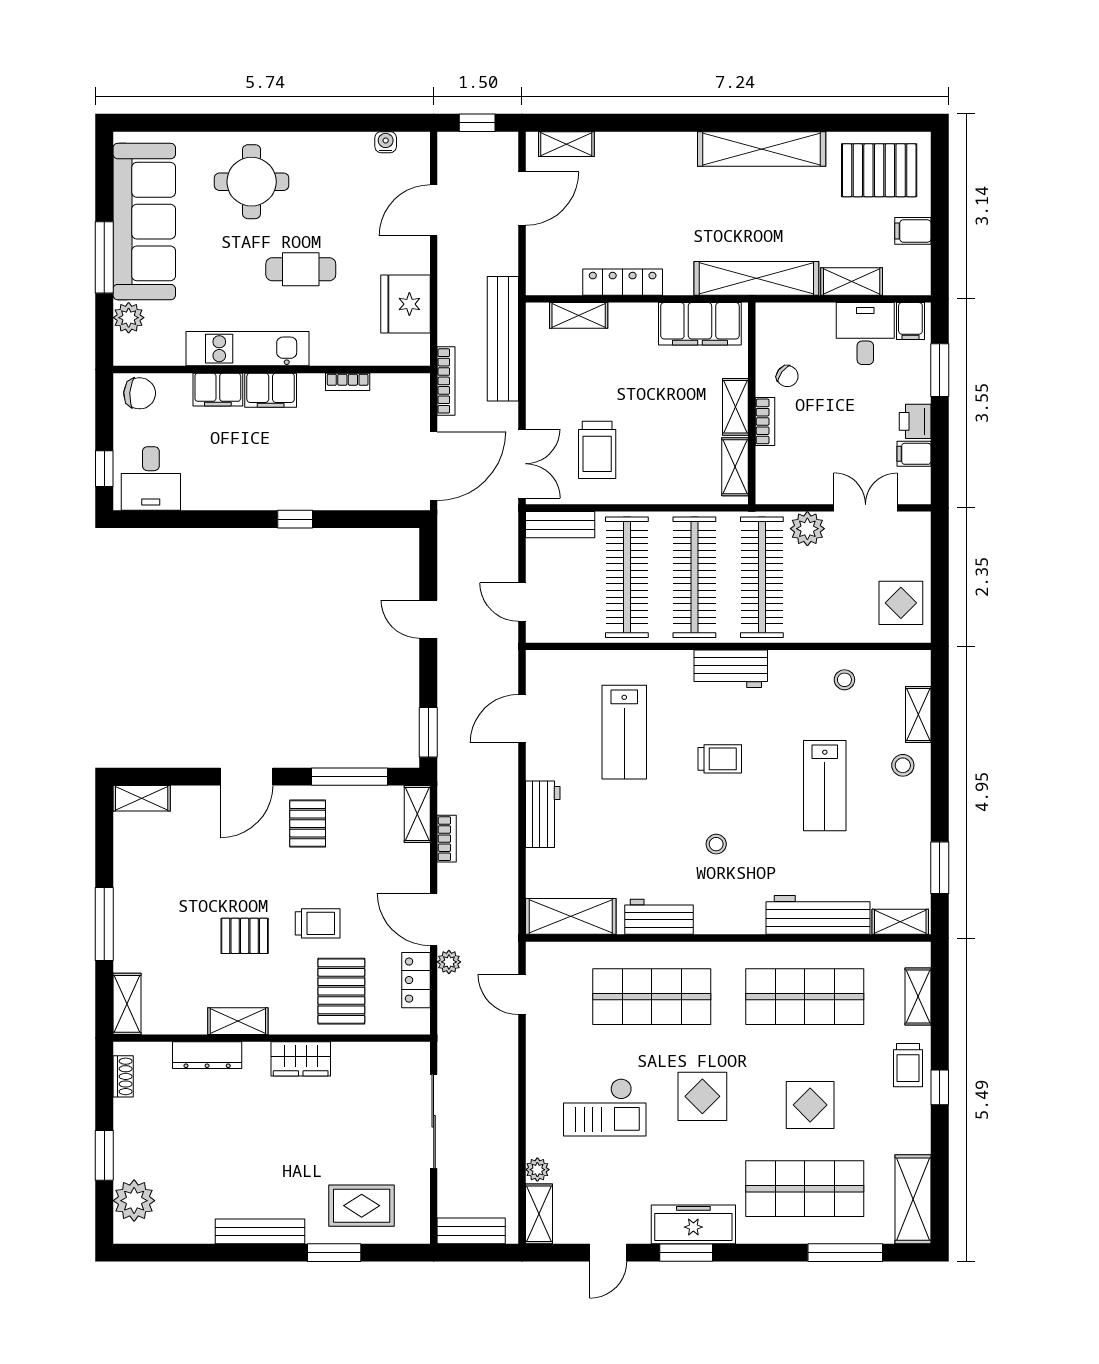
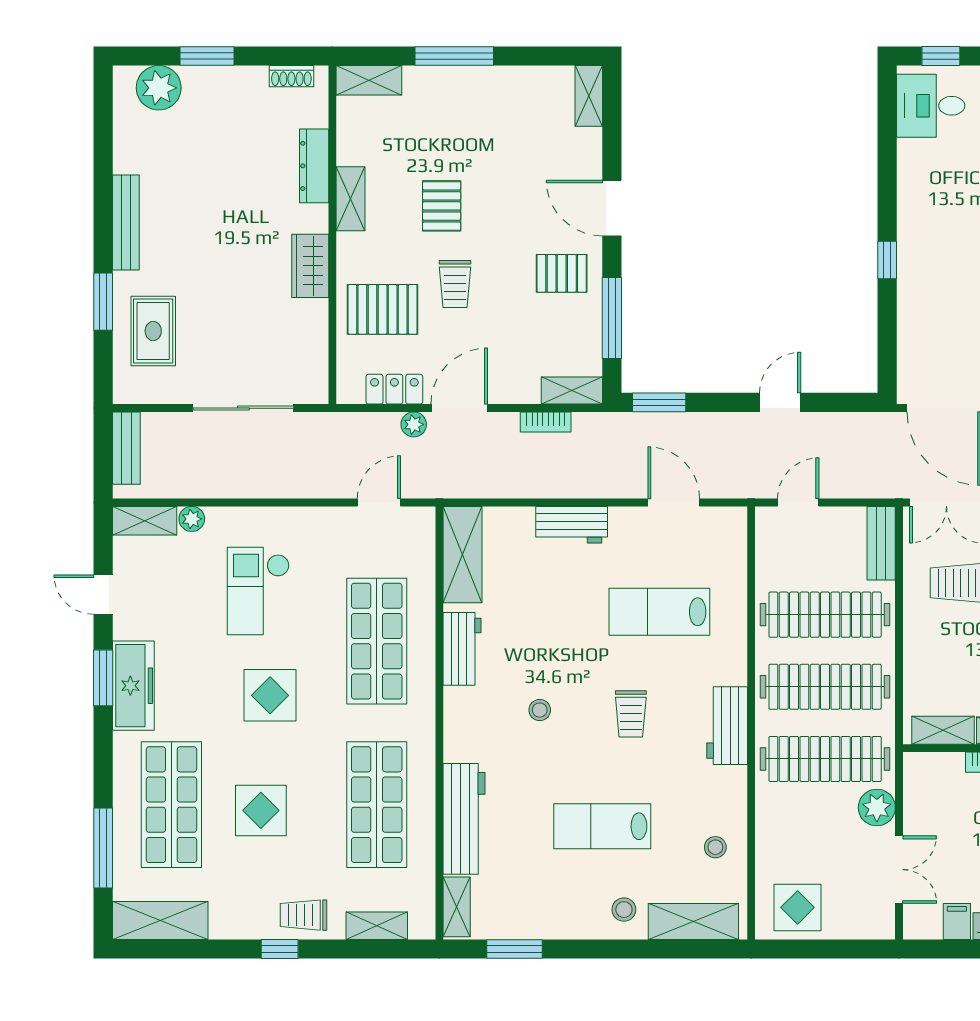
shelving: (918, 714) -> (693, 922), width x1.50, depth x1.33

